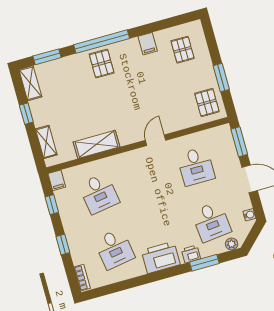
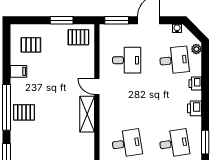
shelving: (97, 144) -> (87, 114), moved
printer: (161, 257) -> (195, 108), width x0.53, depth x0.68
window: (204, 263) -> (205, 142), moved

